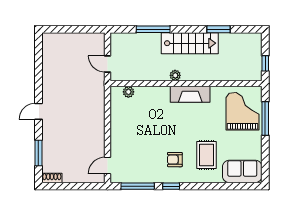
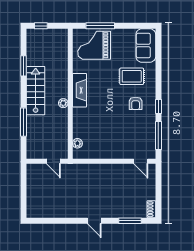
window: (265, 63) -> (41, 26), moved
door: (108, 64) -> (53, 161), hinge flipped

